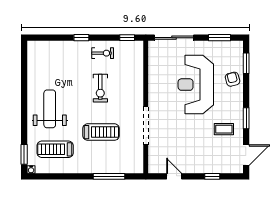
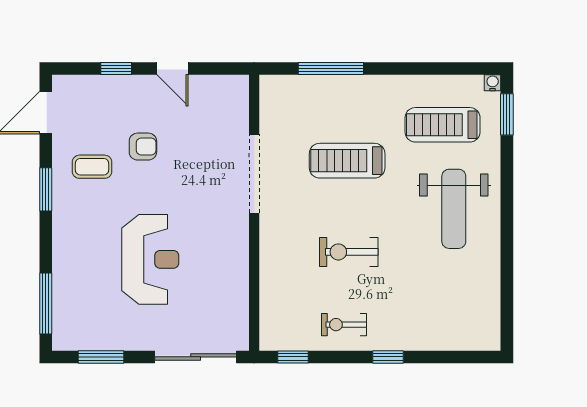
window: (246, 63) -> (46, 303), width x1.44
armchair: (233, 79) -> (143, 147), moved, turned -75
reception desk: (196, 85) -> (150, 259), width x0.74, depth x0.77
exercise bike: (100, 88) -> (349, 252), turned -90
treadmill: (55, 149) -> (443, 125), turned 180
door: (174, 176) -> (173, 68), moved

